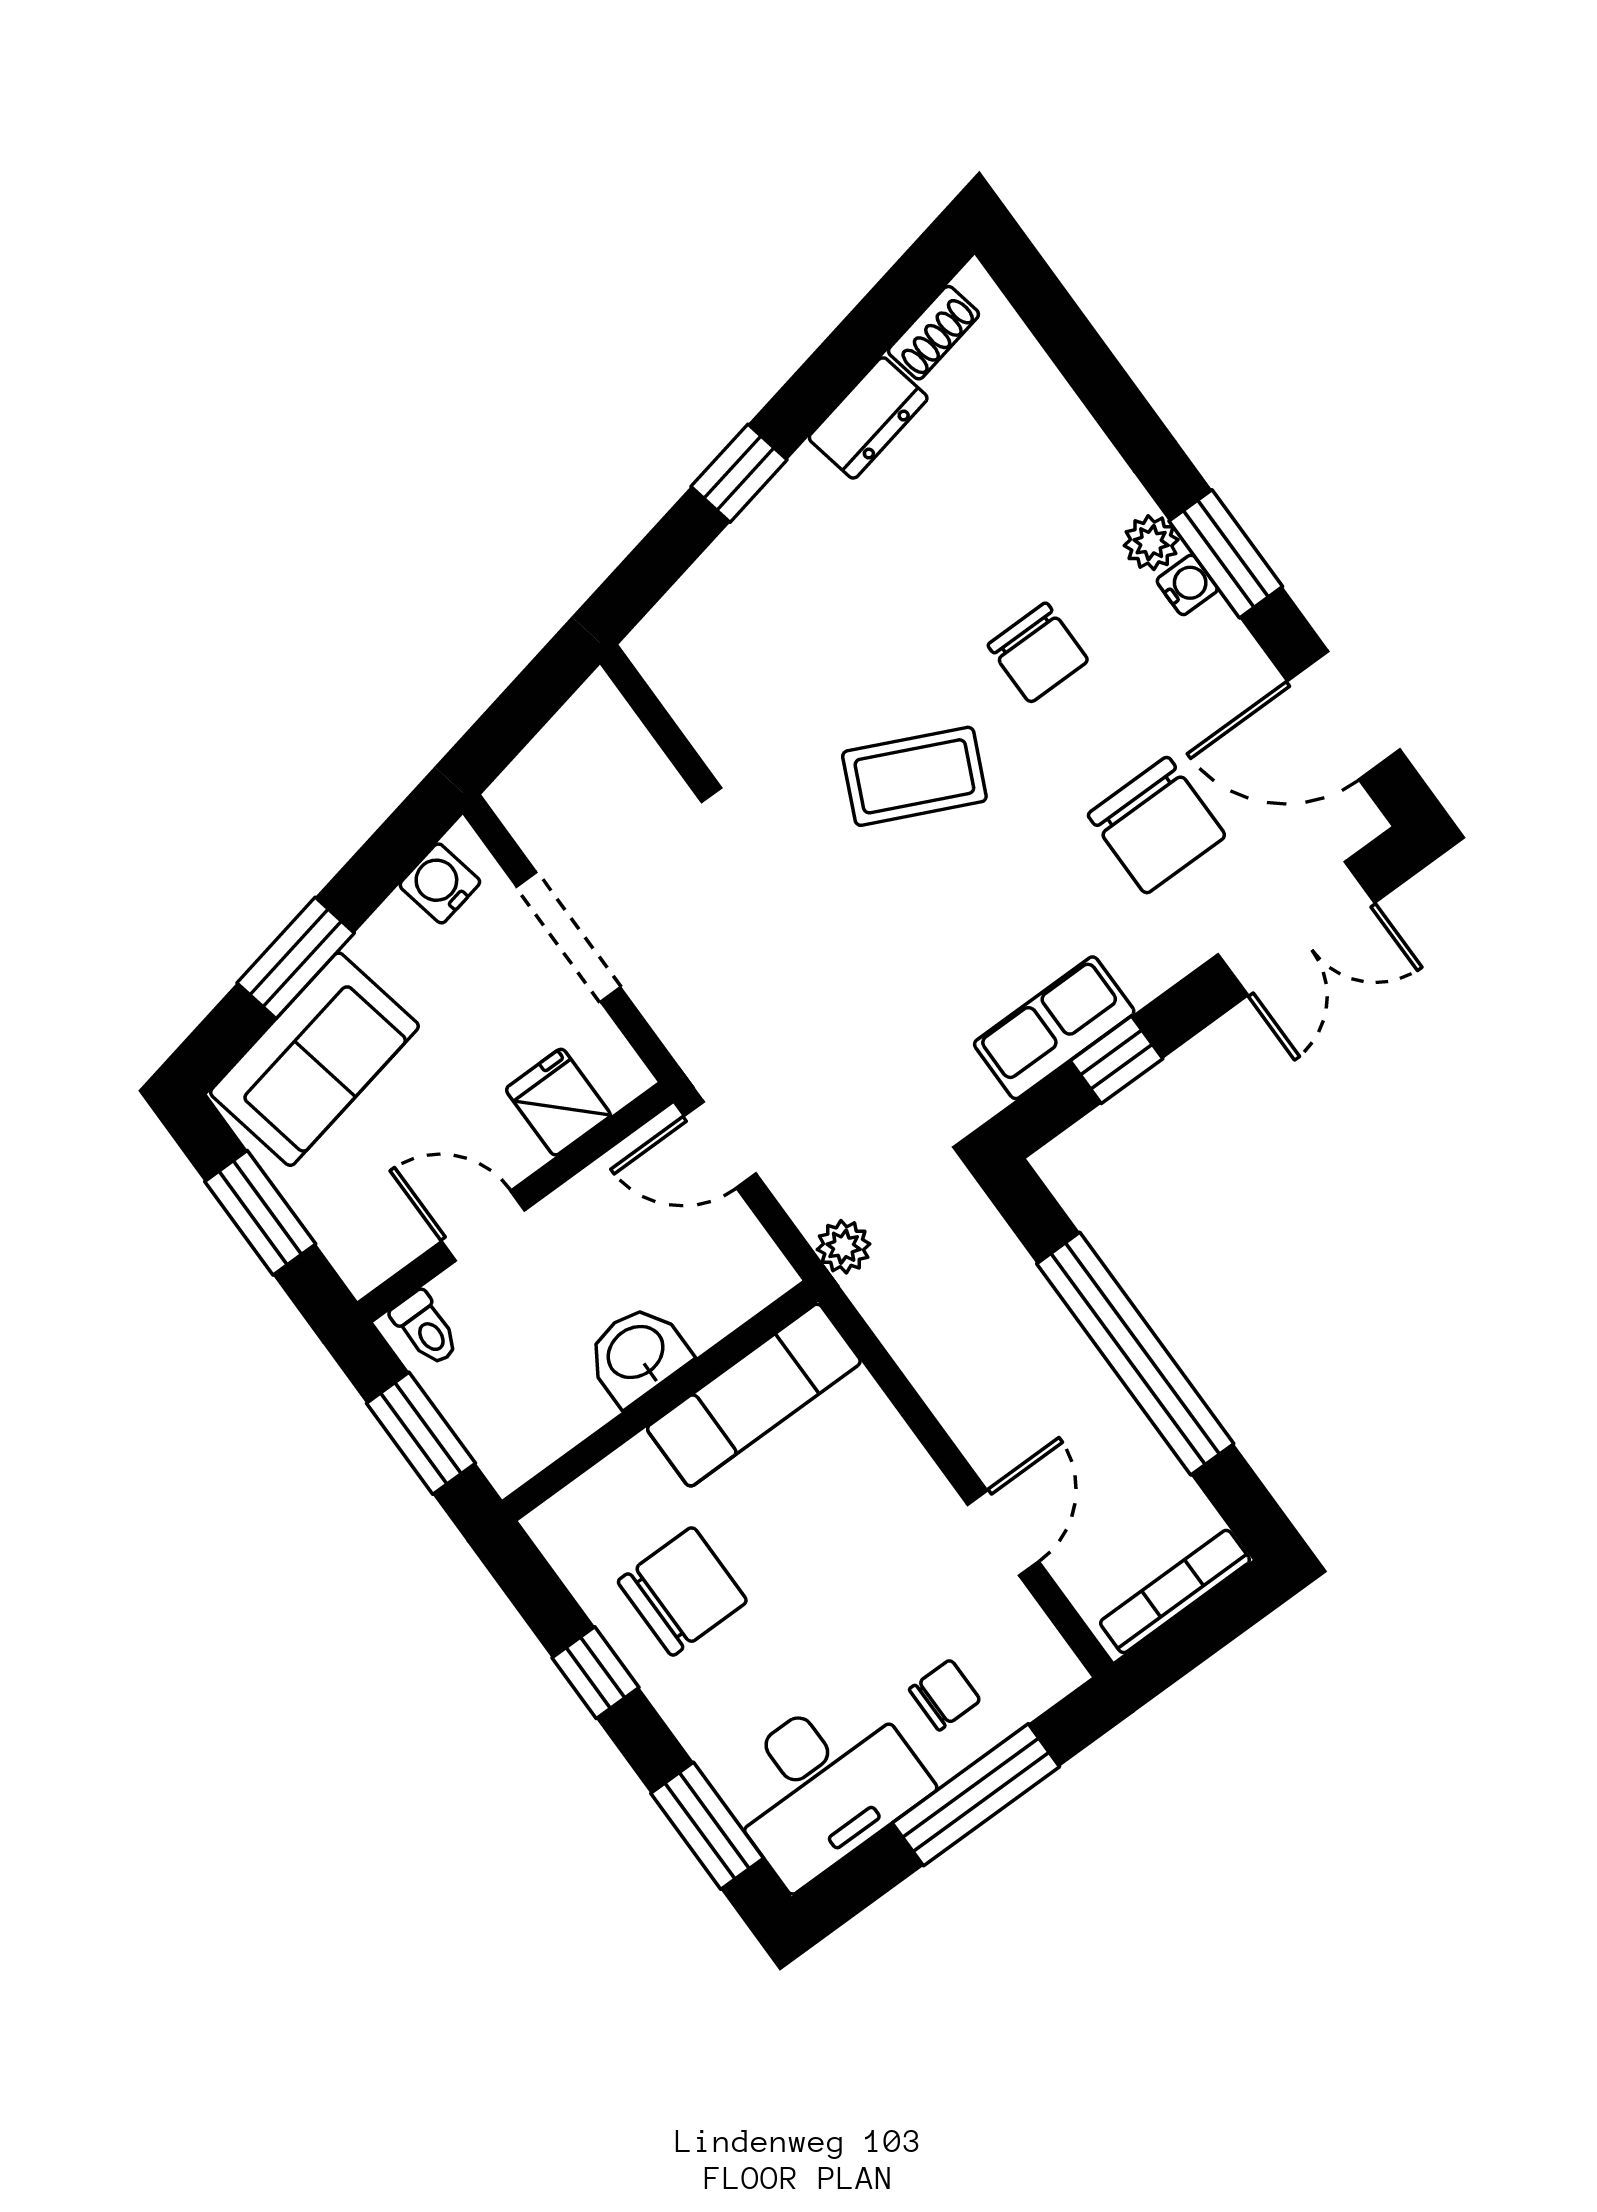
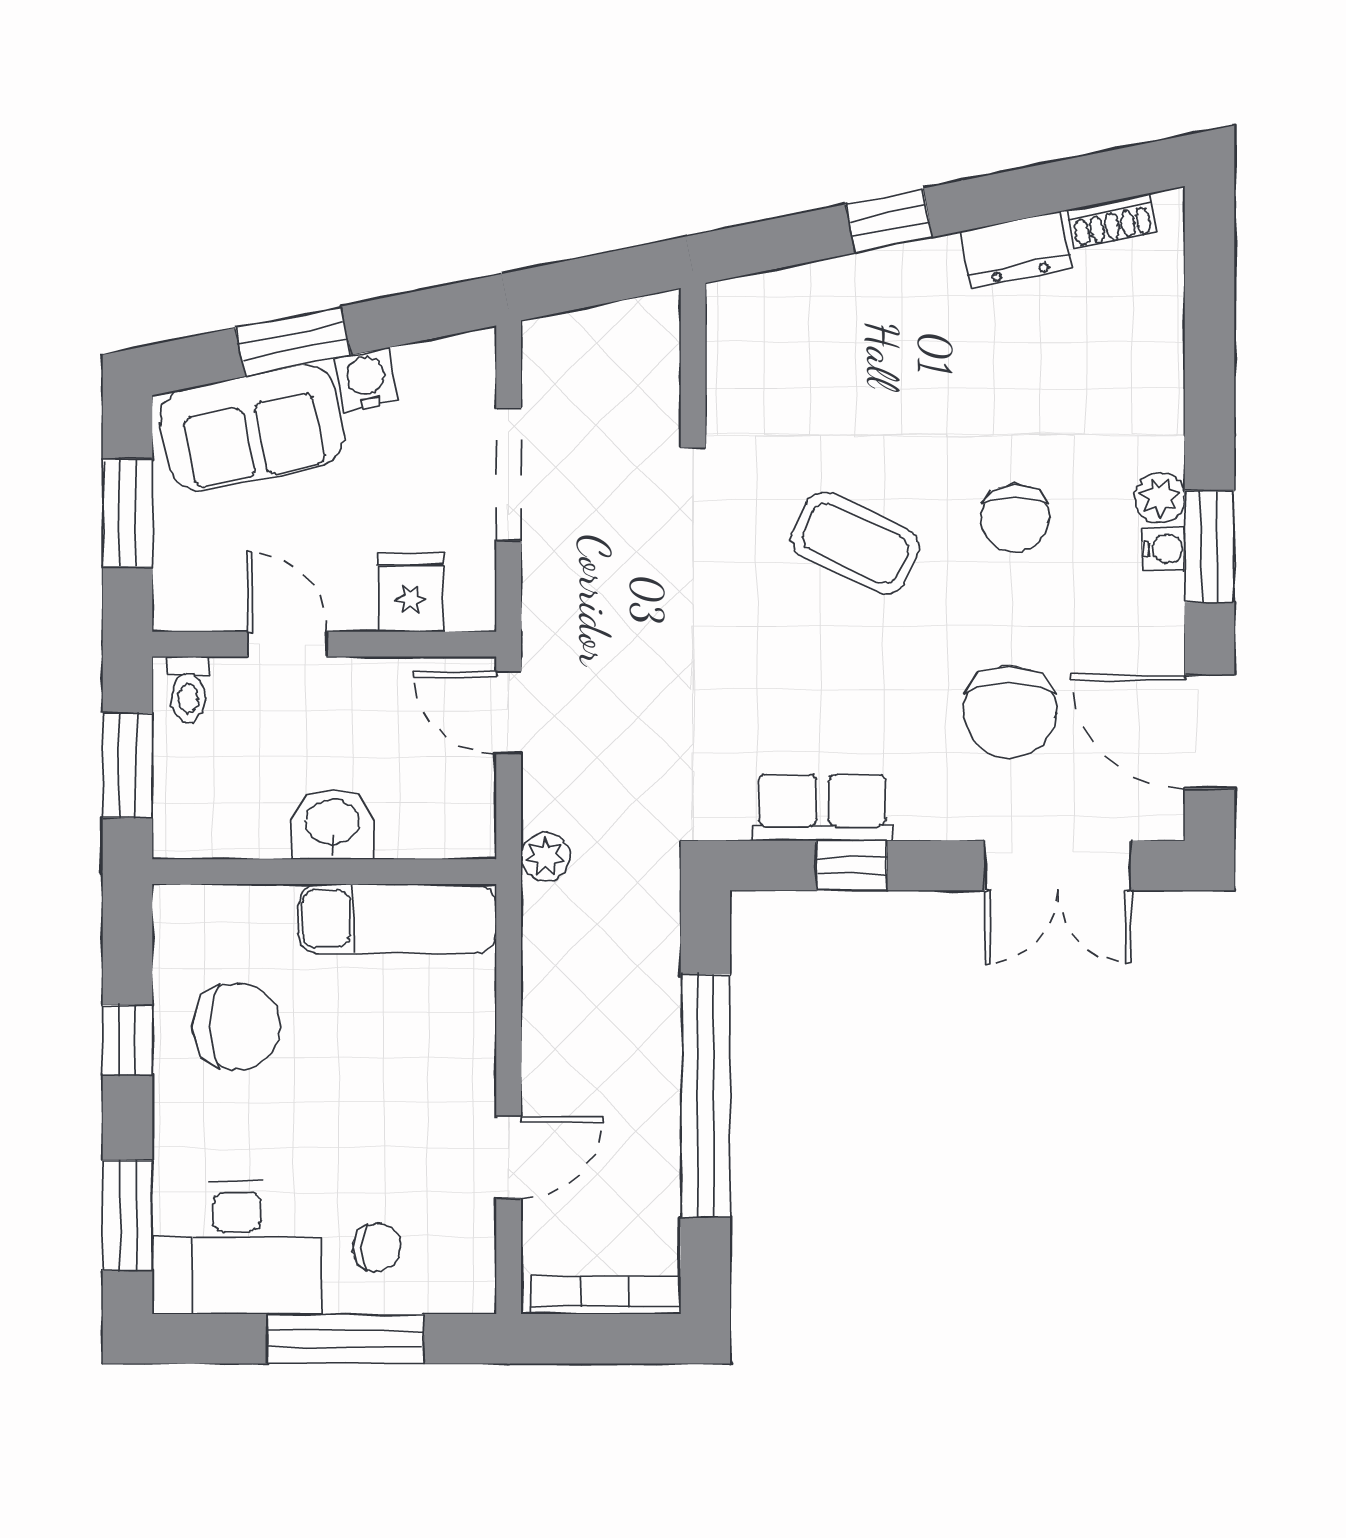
water cooler: (440, 883) -> (366, 380), moved

